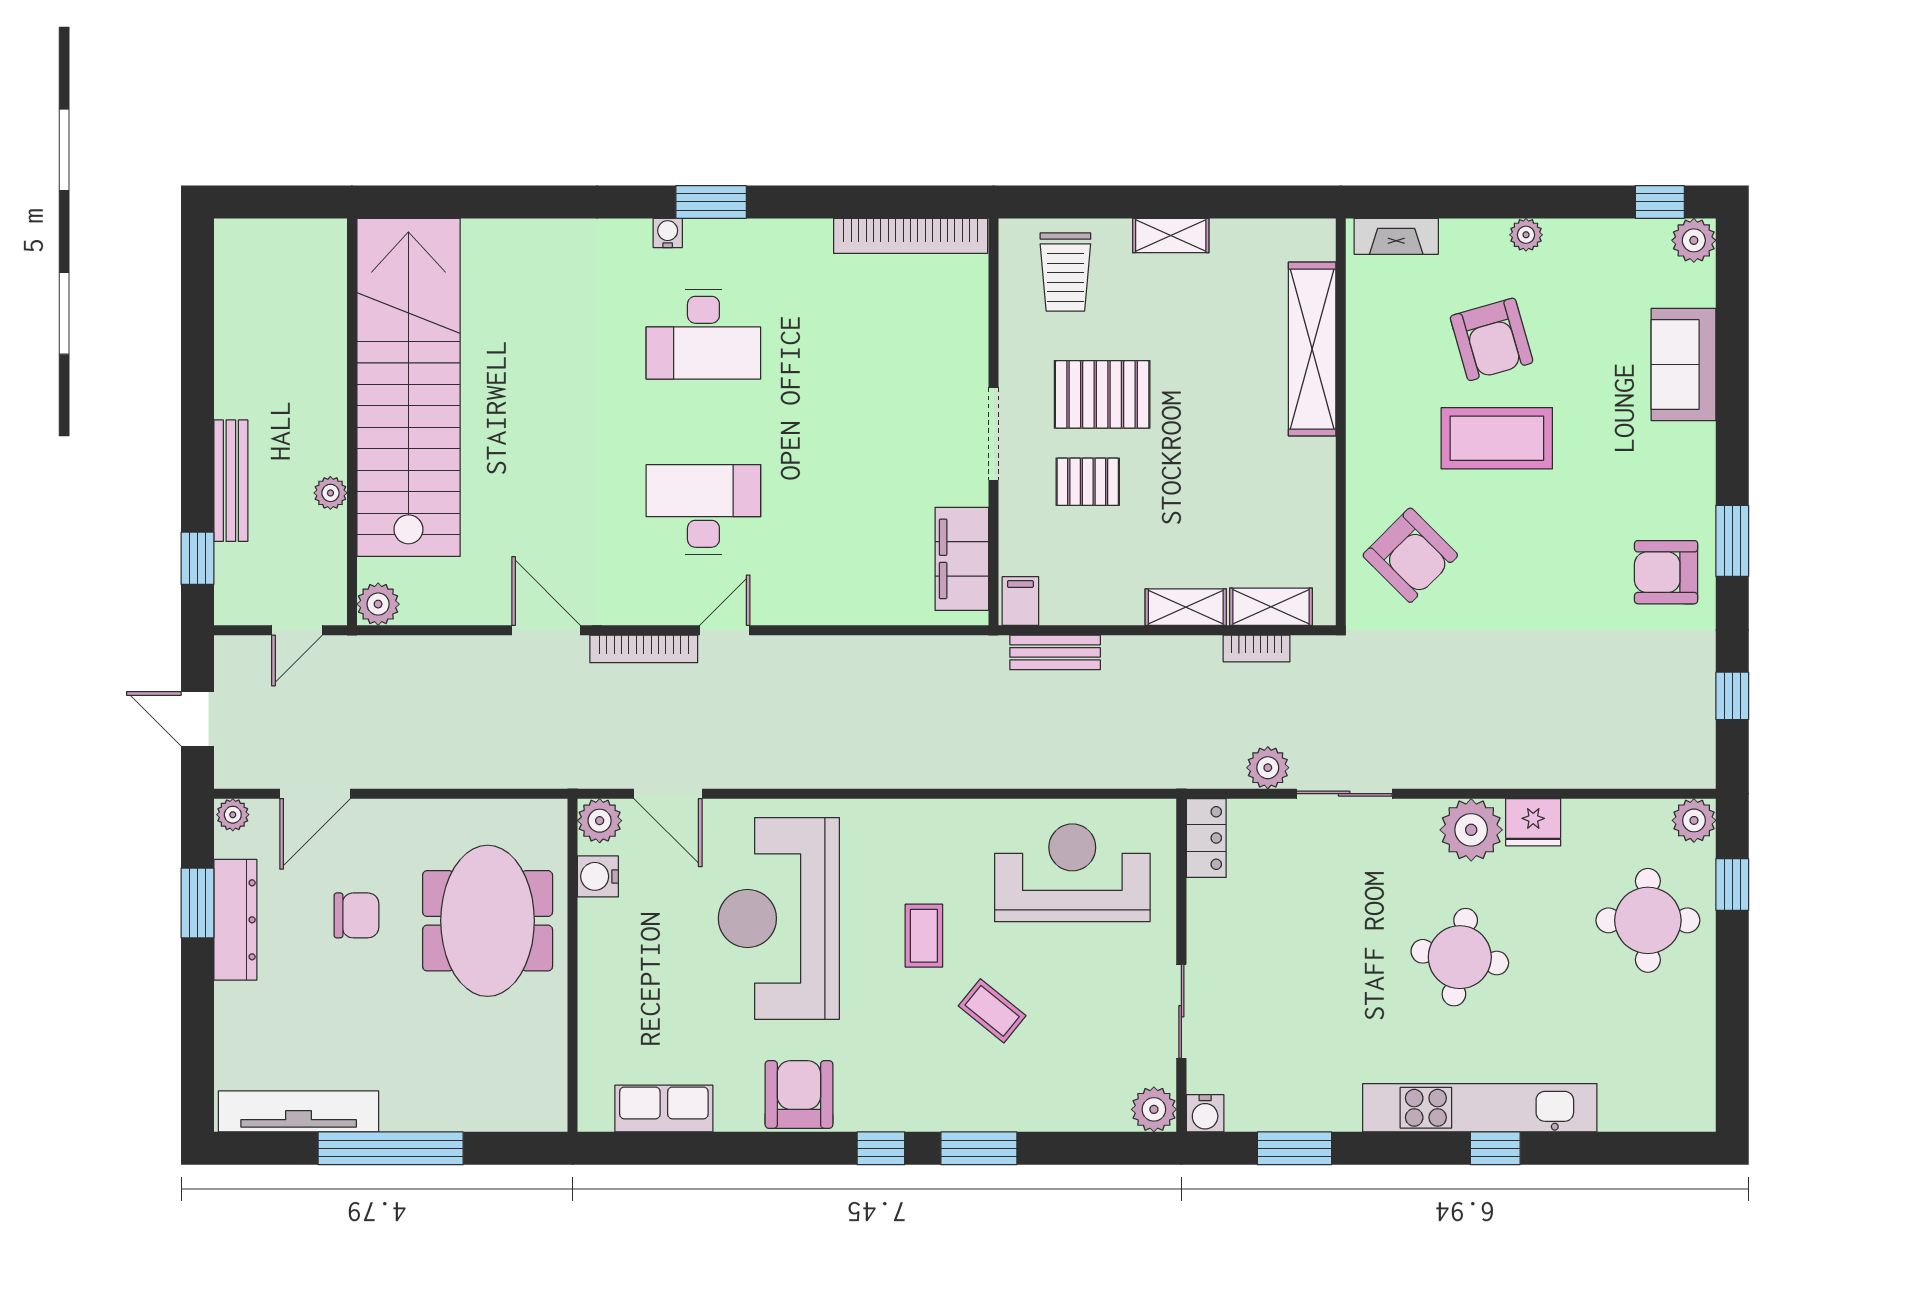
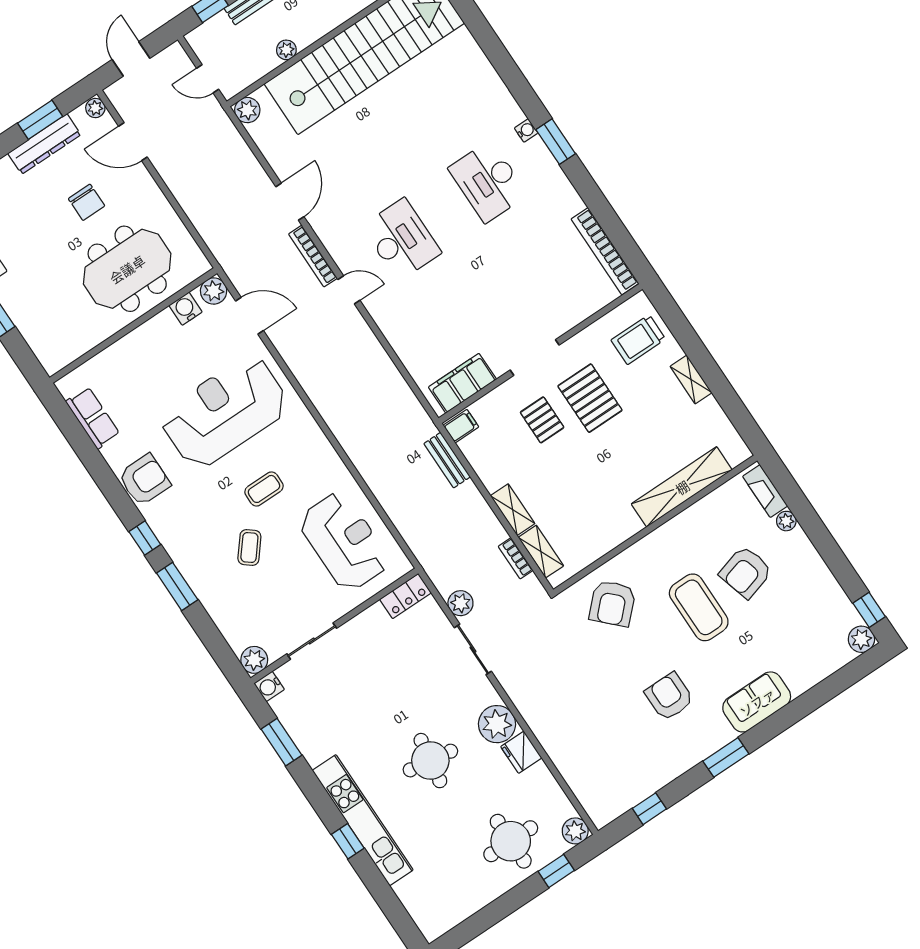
plant: (1526, 235) -> (786, 521), moved
sofa: (1683, 365) -> (757, 702), moved
armchair: (1666, 572) -> (669, 697), moved
door: (668, 794) -> (250, 316), swing flipped

